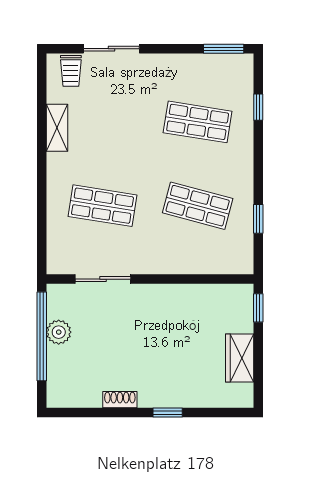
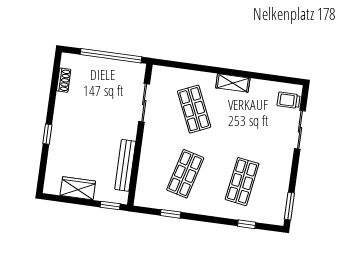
shelving: (57, 128) -> (233, 83), moved
shop shelf: (102, 206) -> (194, 109), turned -33
bench: (197, 294) -> (125, 165), added
plant: (59, 332) -> (112, 68), removed
shoe rack: (120, 400) -> (64, 80), moved

